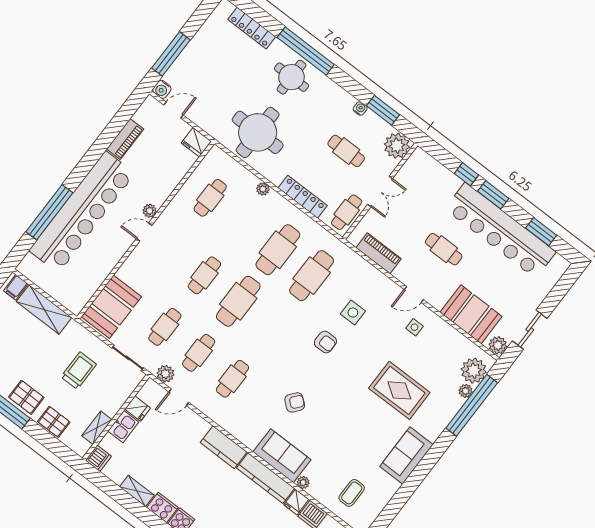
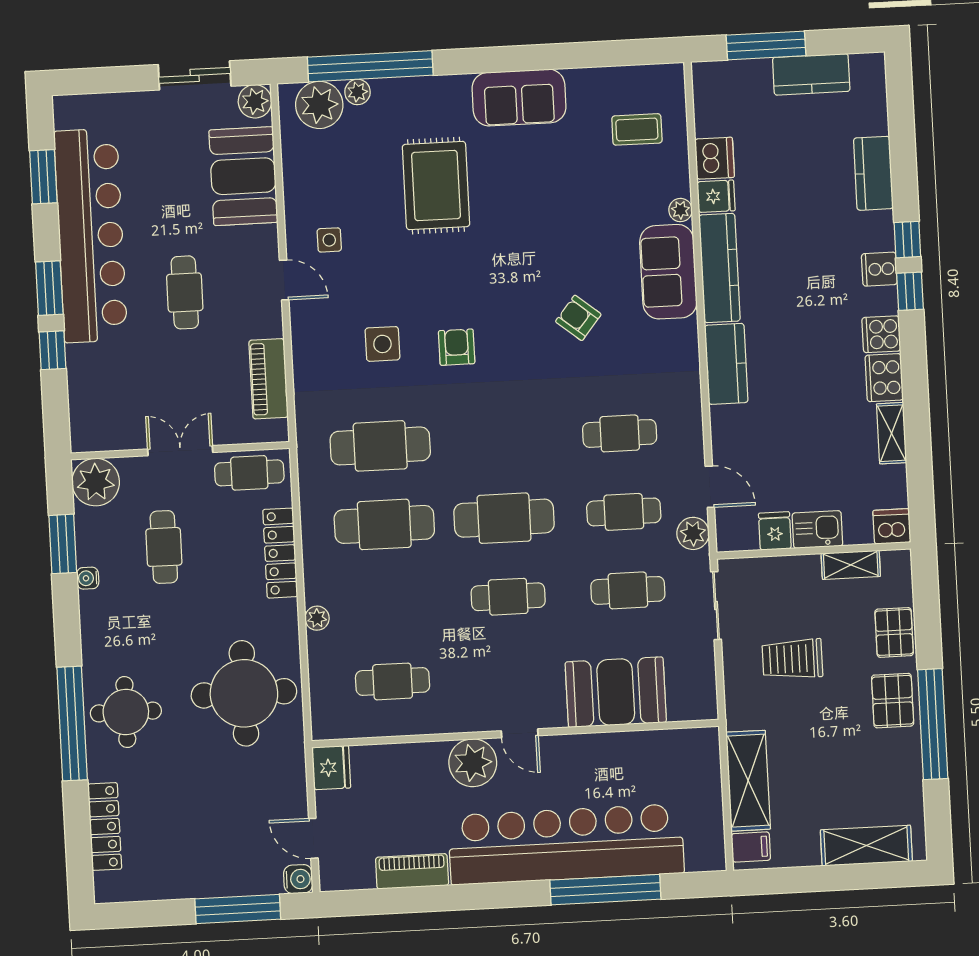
plant: (150, 211) -> (473, 763), width x1.88, depth x1.88
booth: (111, 307) -> (616, 692), moved

